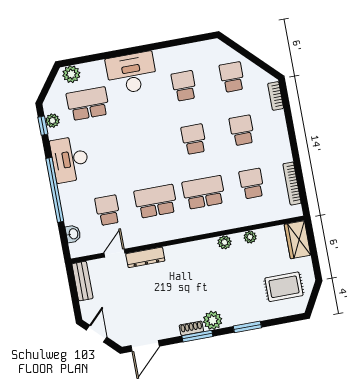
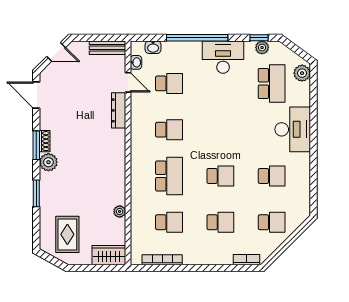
school desk: (156, 201) -> (169, 130), width x0.54
plant: (224, 242) -> (119, 187), removed
washbasin: (92, 249) -> (136, 62), added

